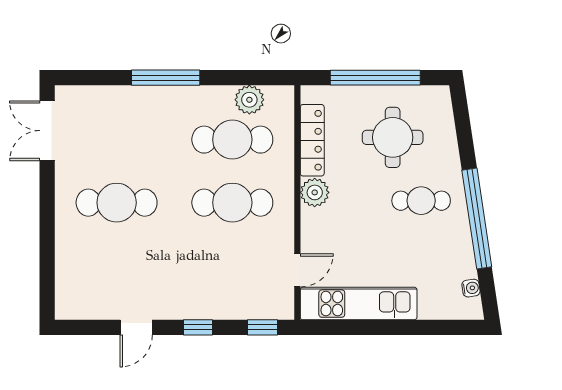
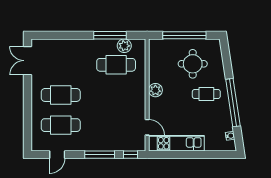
window: (166, 78) -> (110, 35), moved
locker: (312, 140) -> (154, 65), removed
cafe table: (232, 203) -> (61, 125), moved
door: (297, 270) -> (147, 127), hinge flipped
door: (136, 327) -> (57, 155), moved
window: (198, 327) -> (100, 155), width x2.17

